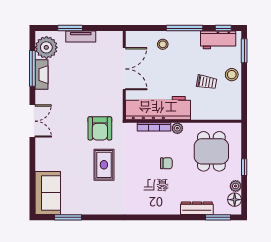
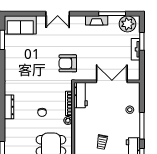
double door: (124, 69) -> (112, 81), swing flipped
fireplace: (42, 75) -> (97, 20), moved
workbench: (158, 108) -> (81, 95), width x0.53, depth x0.76
double door: (32, 121) -> (58, 14), moved
rug: (104, 165) -> (41, 66), removed
dresser: (197, 208) -> (9, 107), moved

